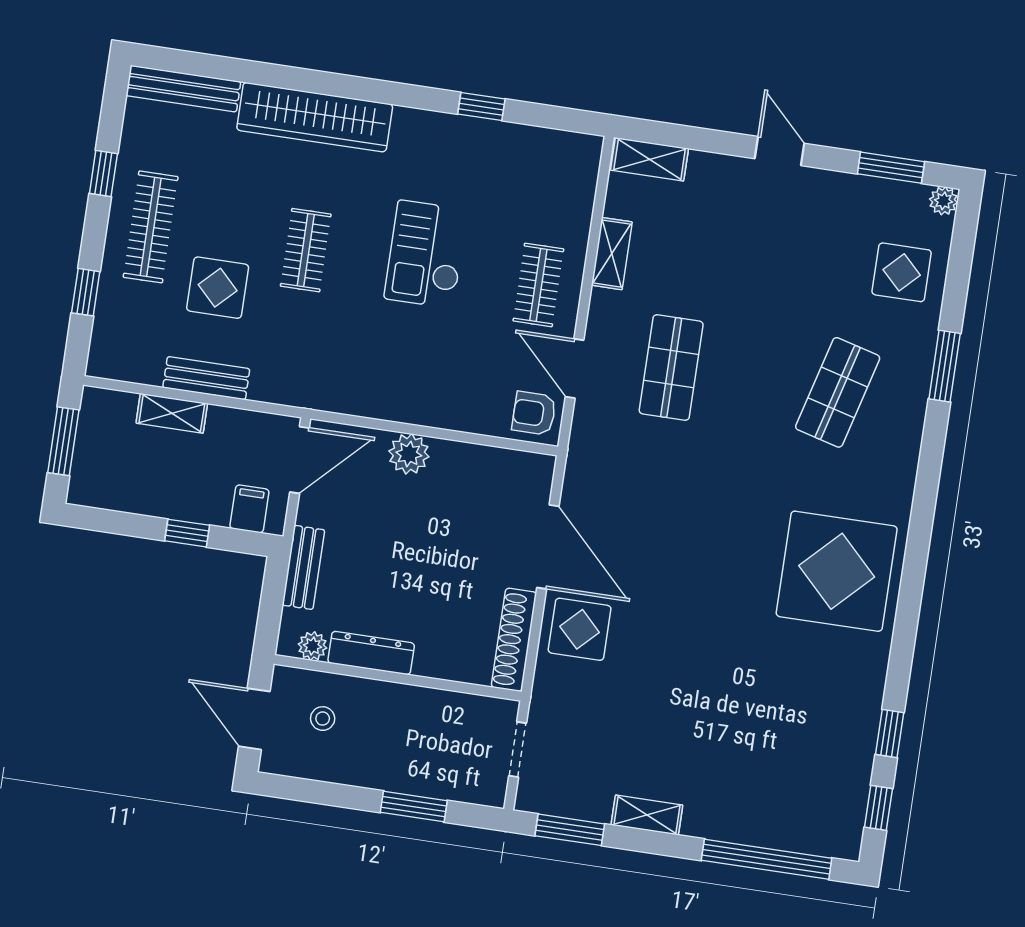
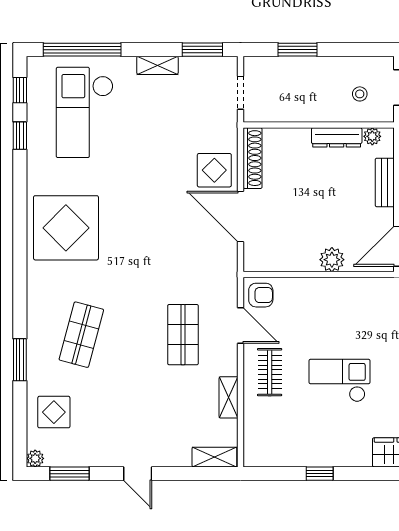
checkout: (426, 254) -> (340, 380), turned -90
checkout: (778, 756) -> (85, 112), added

